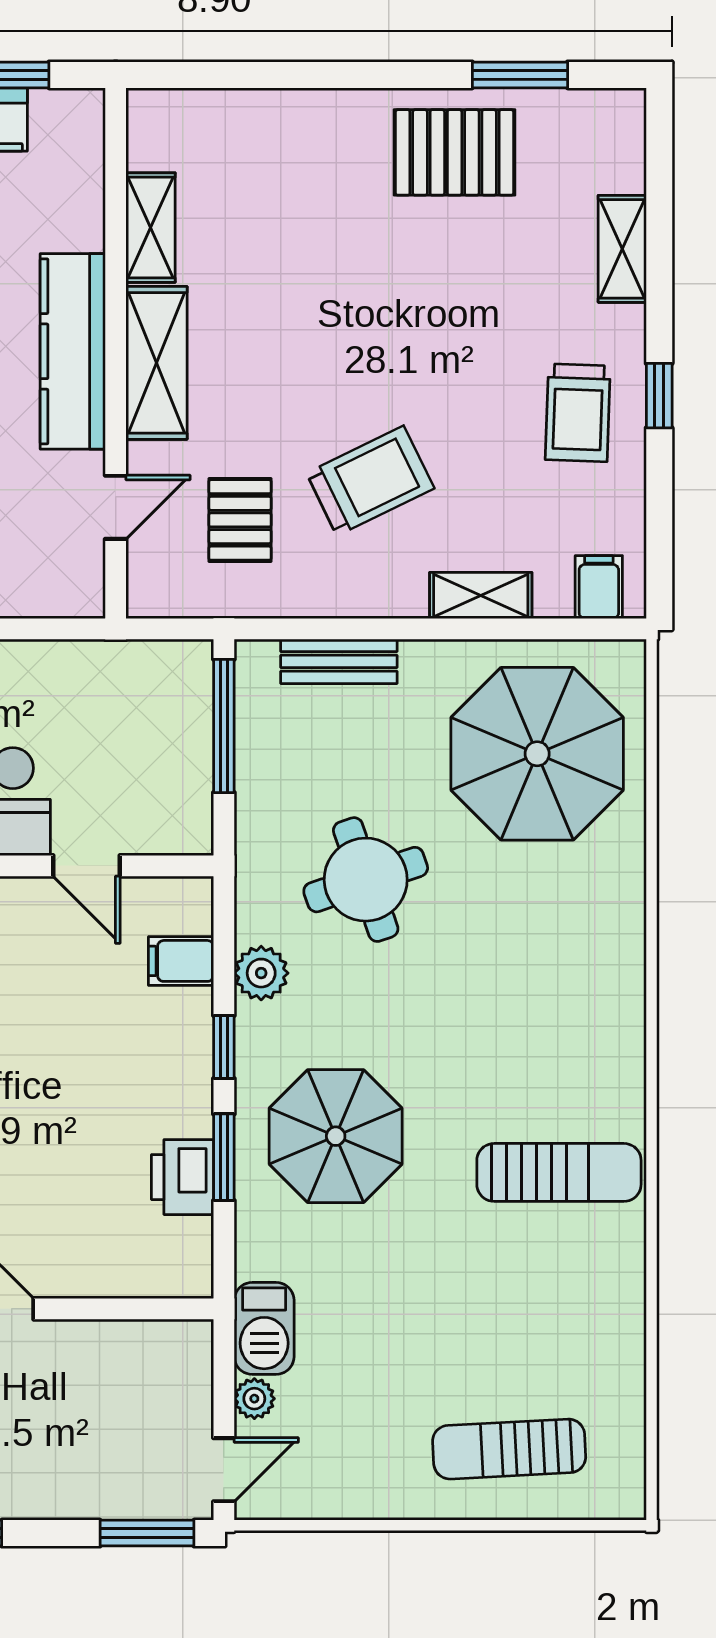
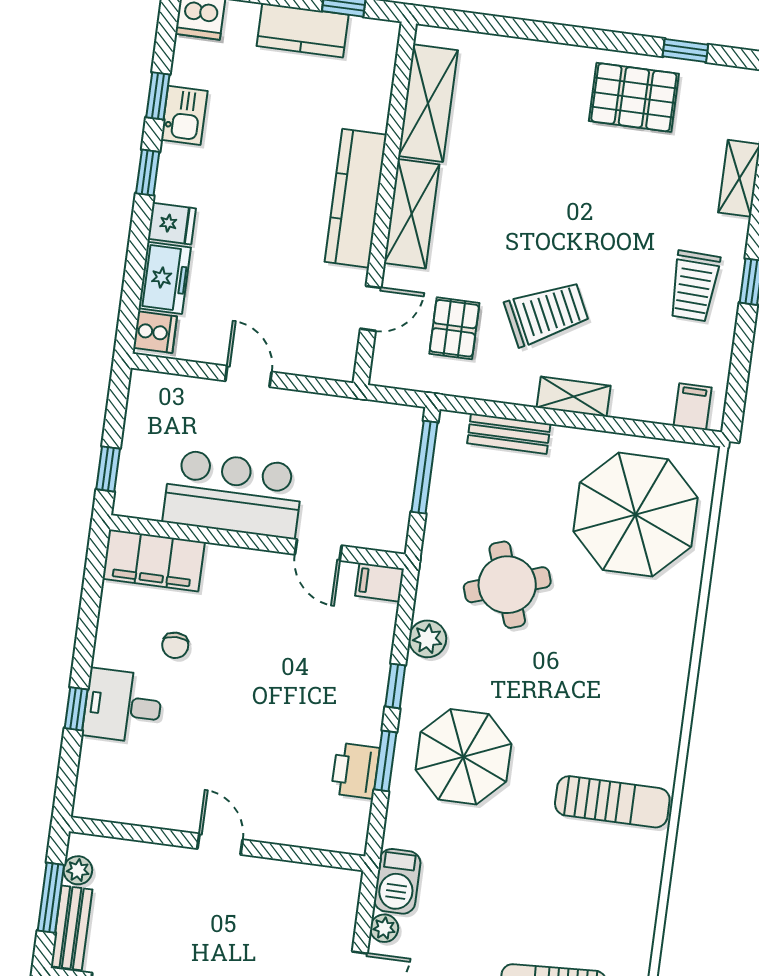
window: (520, 75) -> (685, 51), width x0.67
shelving: (151, 228) -> (428, 103), width x1.50, depth x1.33
shelving: (481, 596) -> (574, 397), moved
filing cabinet: (181, 961) -> (379, 582), moved

